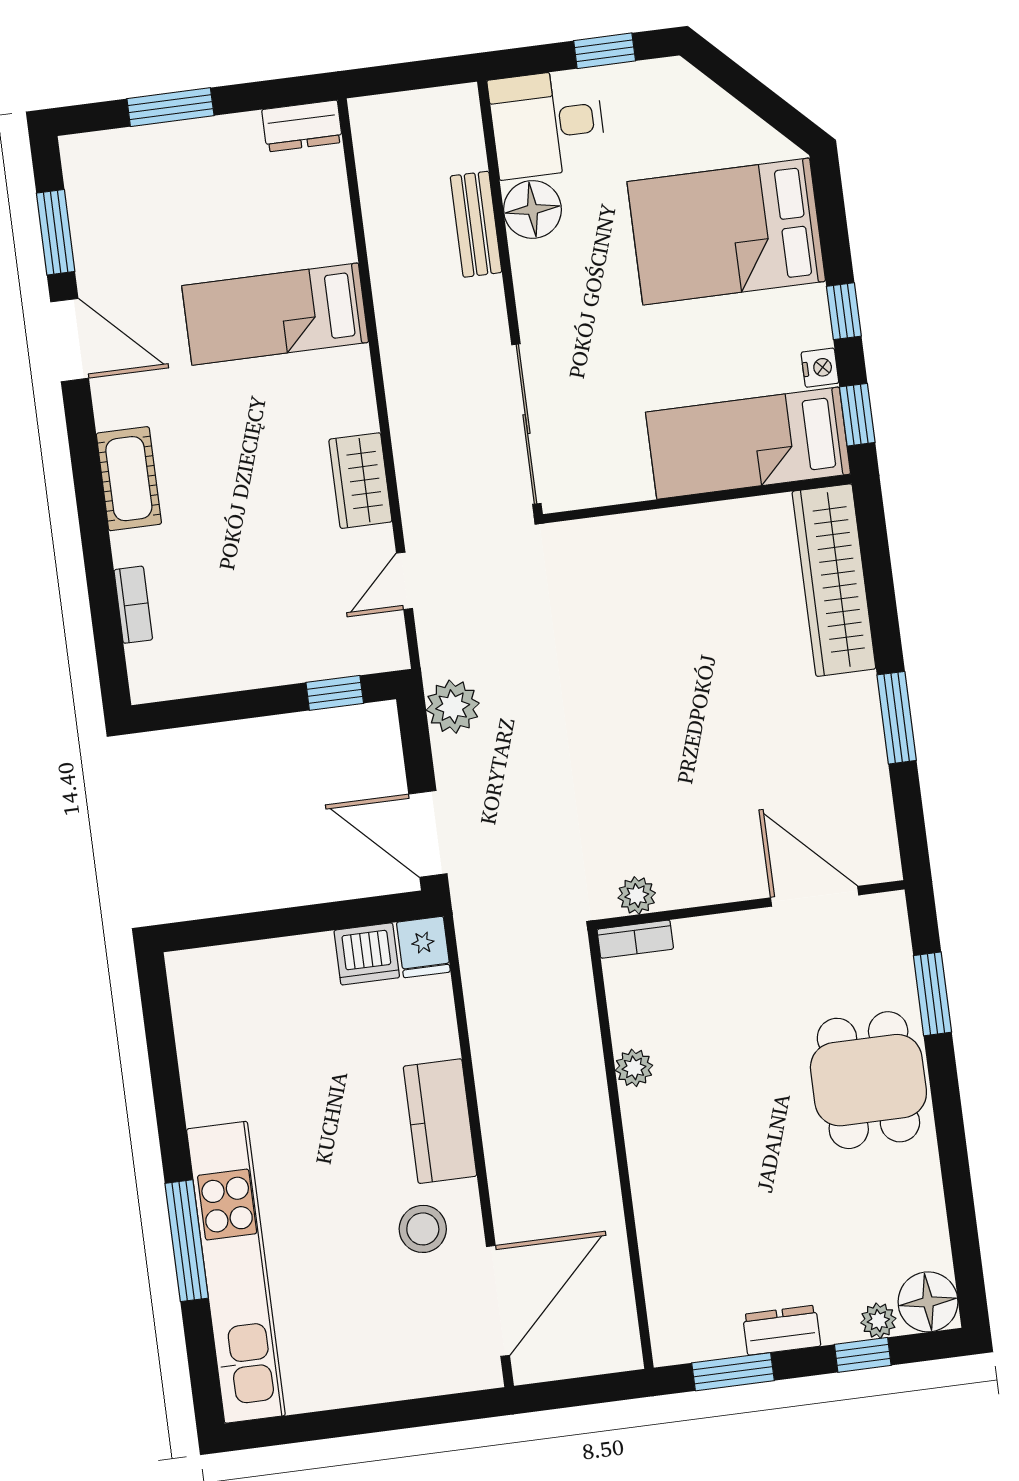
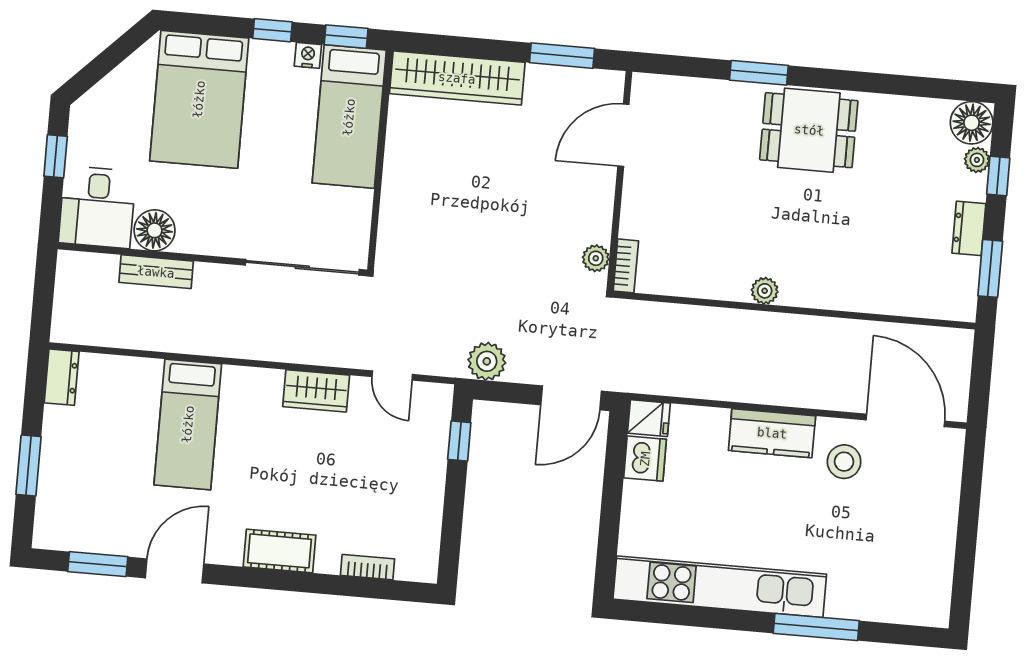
plant: (637, 895) -> (596, 258), moved
door: (815, 896) -> (623, 135), moved
wall: (750, 905) -> (619, 181), moved
bookcase: (635, 939) -> (626, 266), moved
kitchen unit: (236, 1272) -> (720, 587), moved

